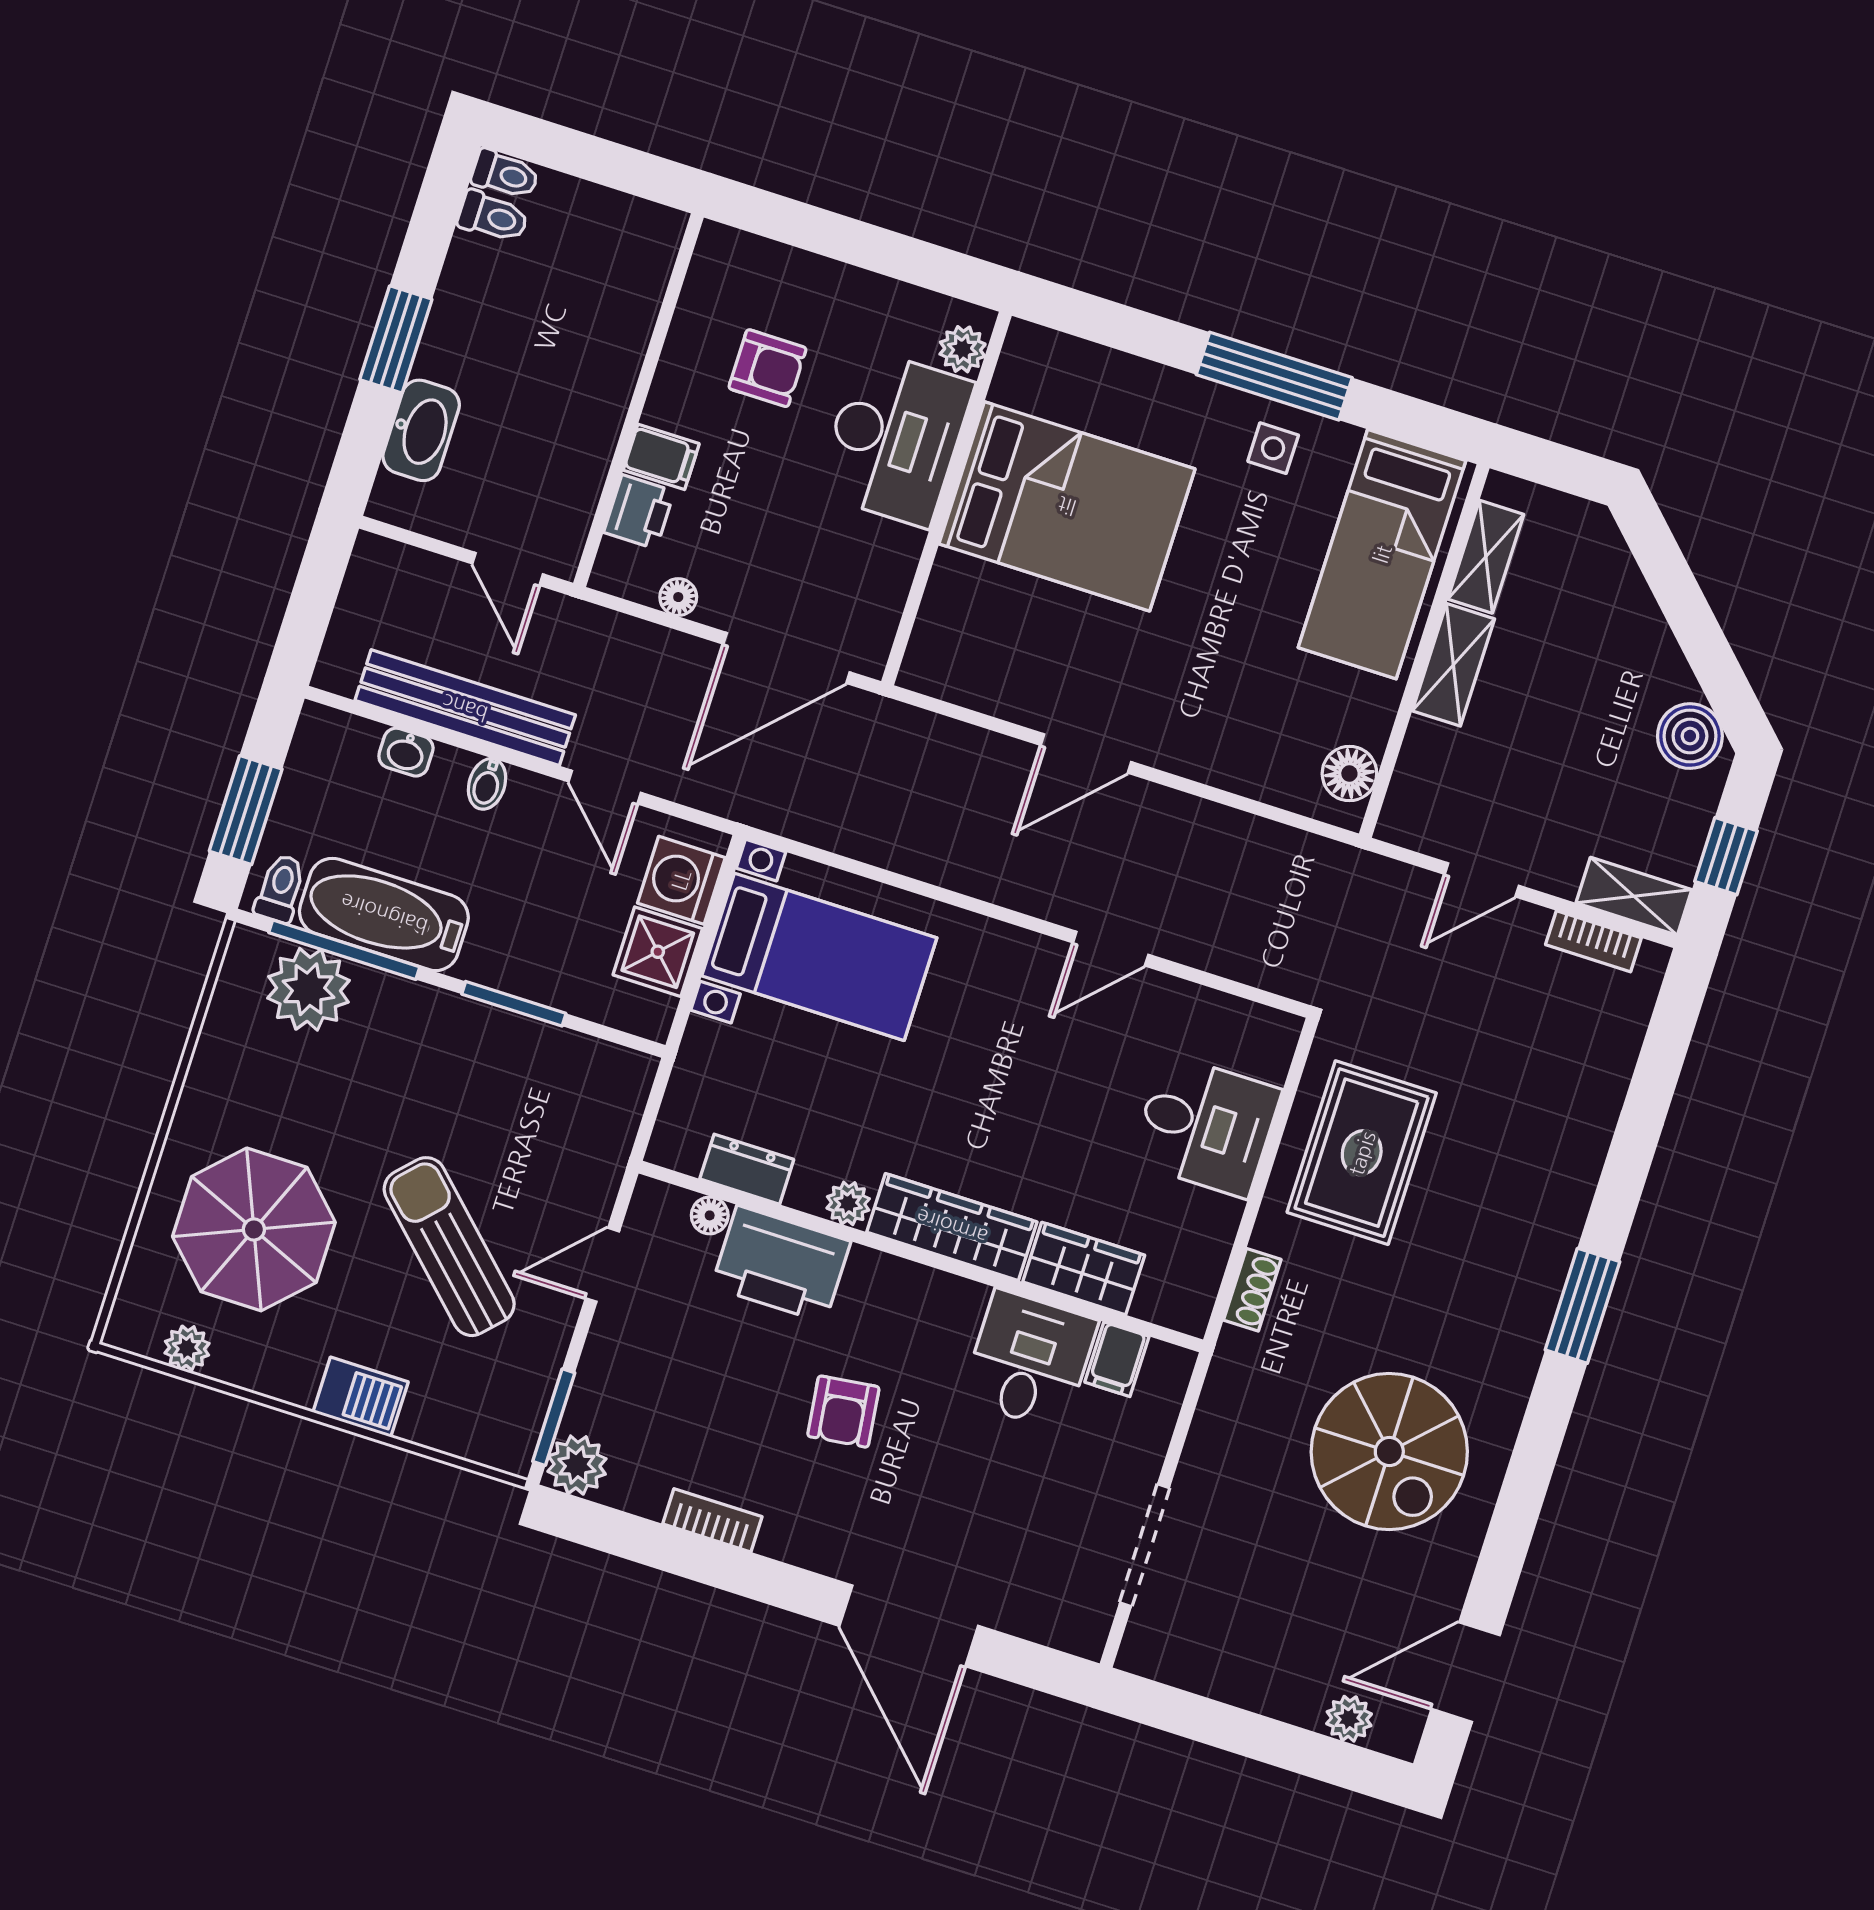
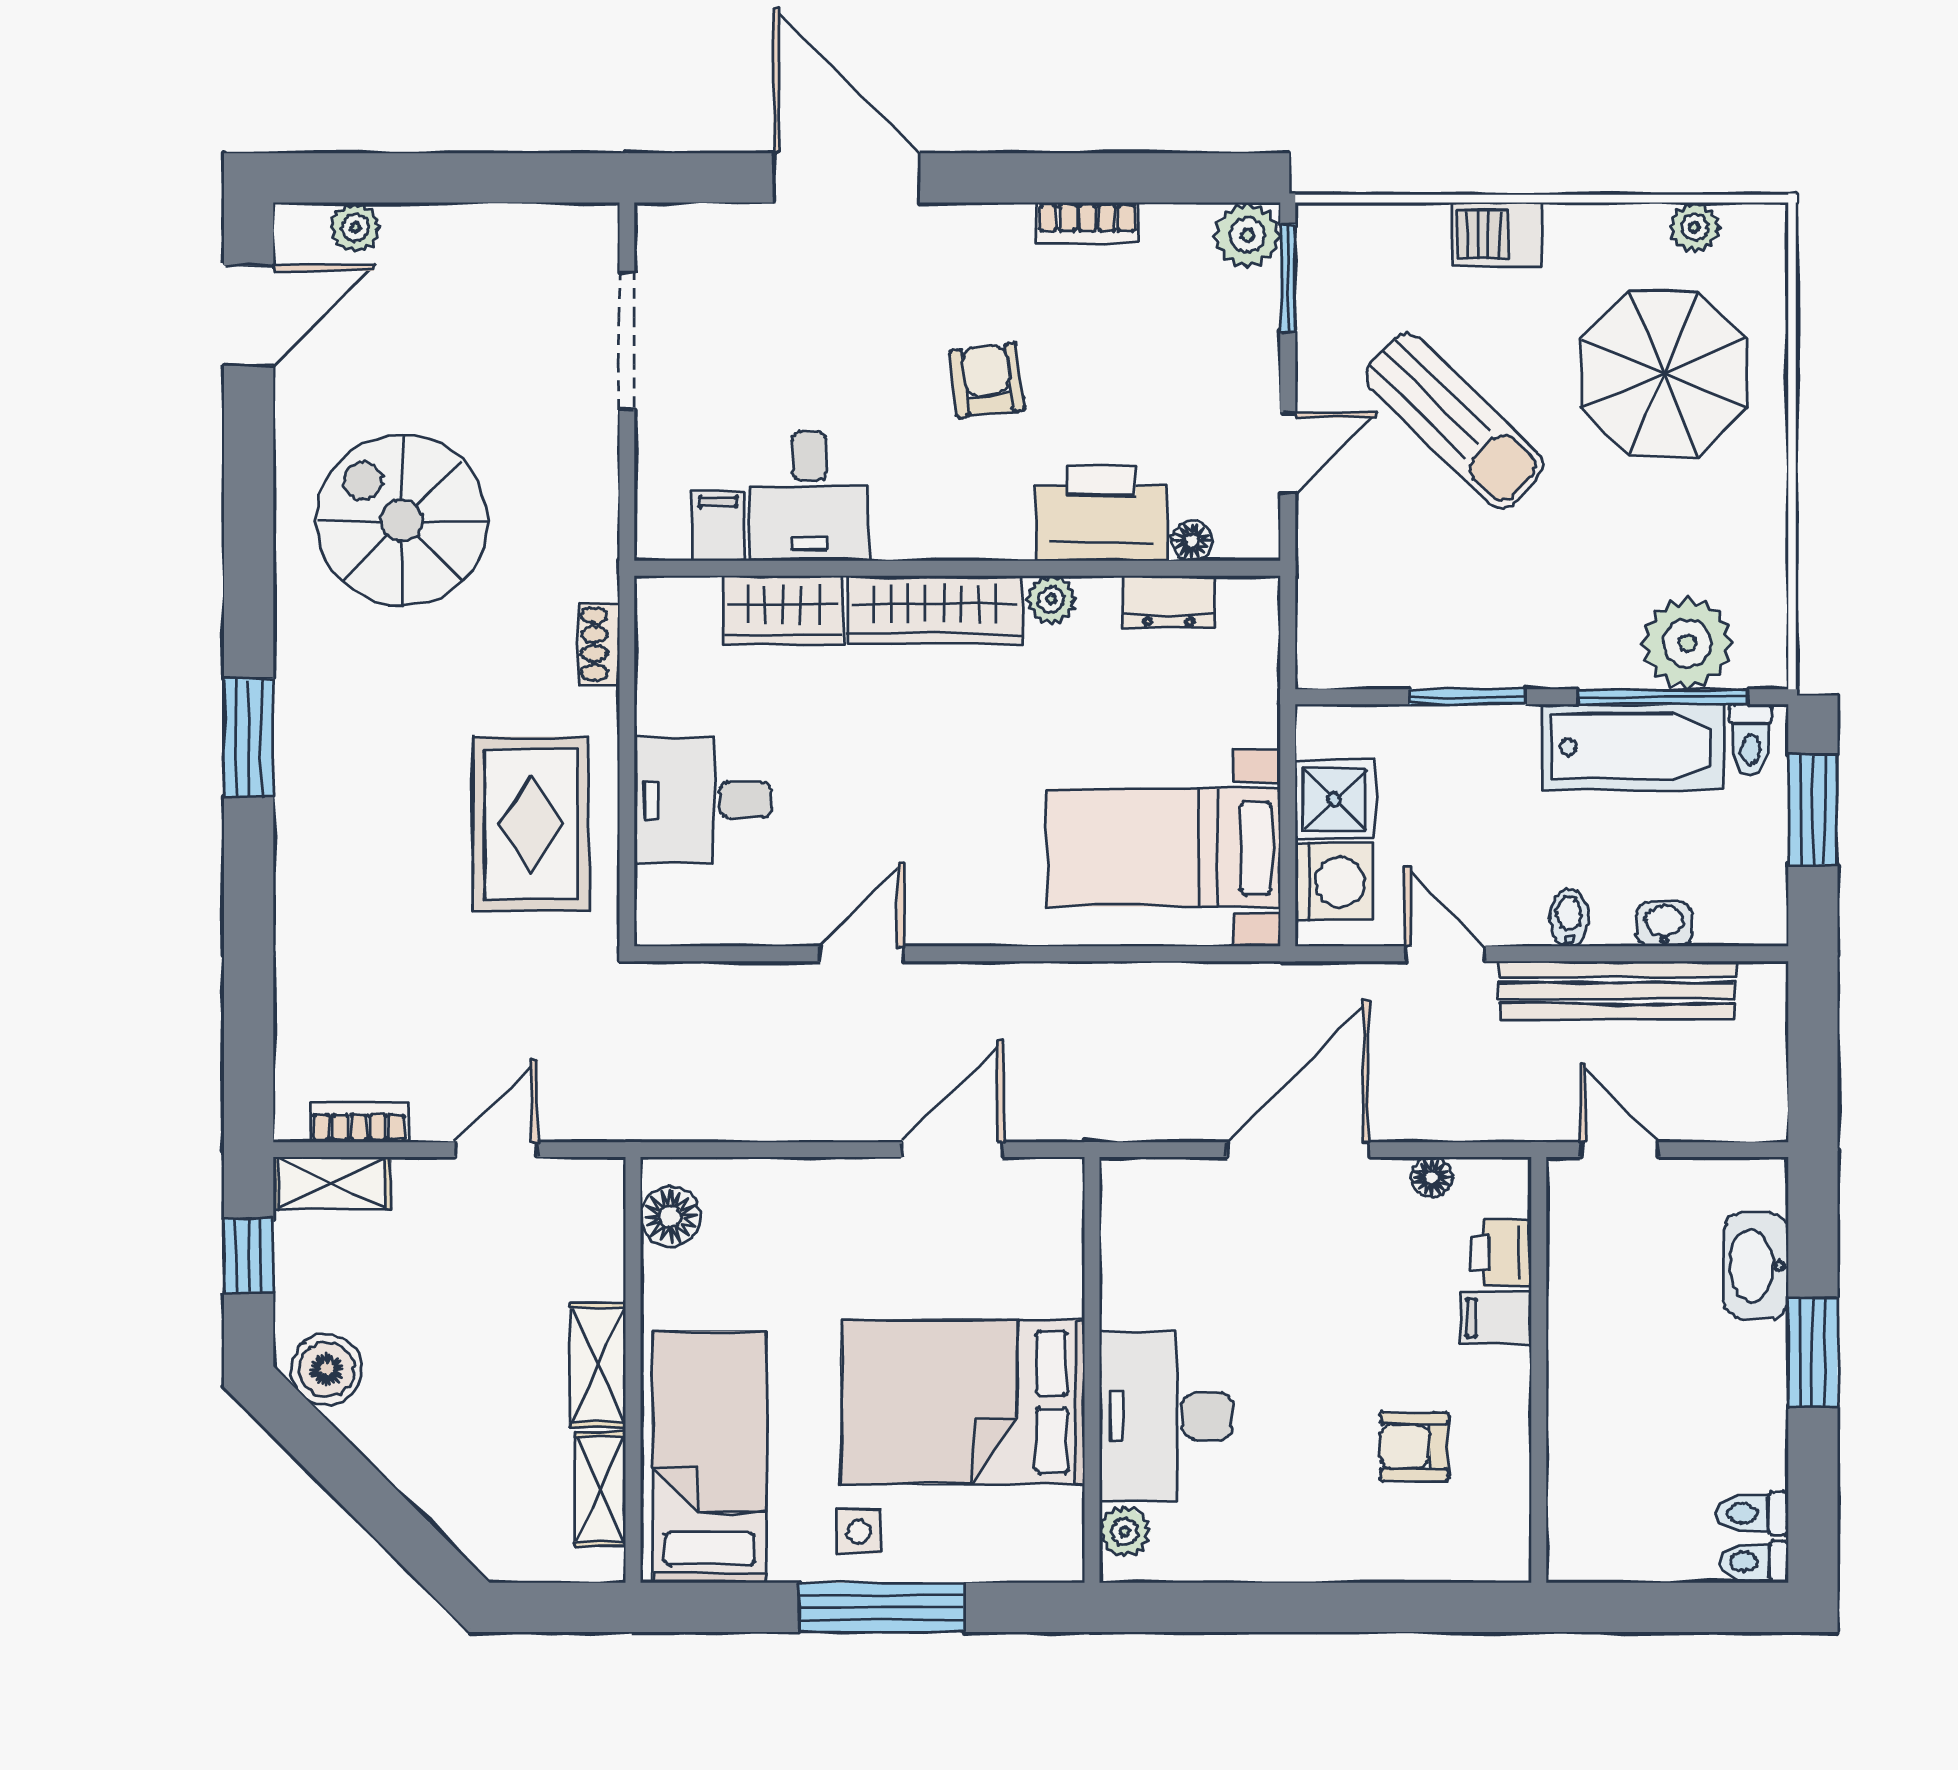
plant: (963, 349) -> (1125, 1531), moved
desk: (895, 438) -> (1166, 1416), moved
wall: (946, 498) -> (1092, 1370), moved
bed: (1067, 506) -> (963, 1402), moved

